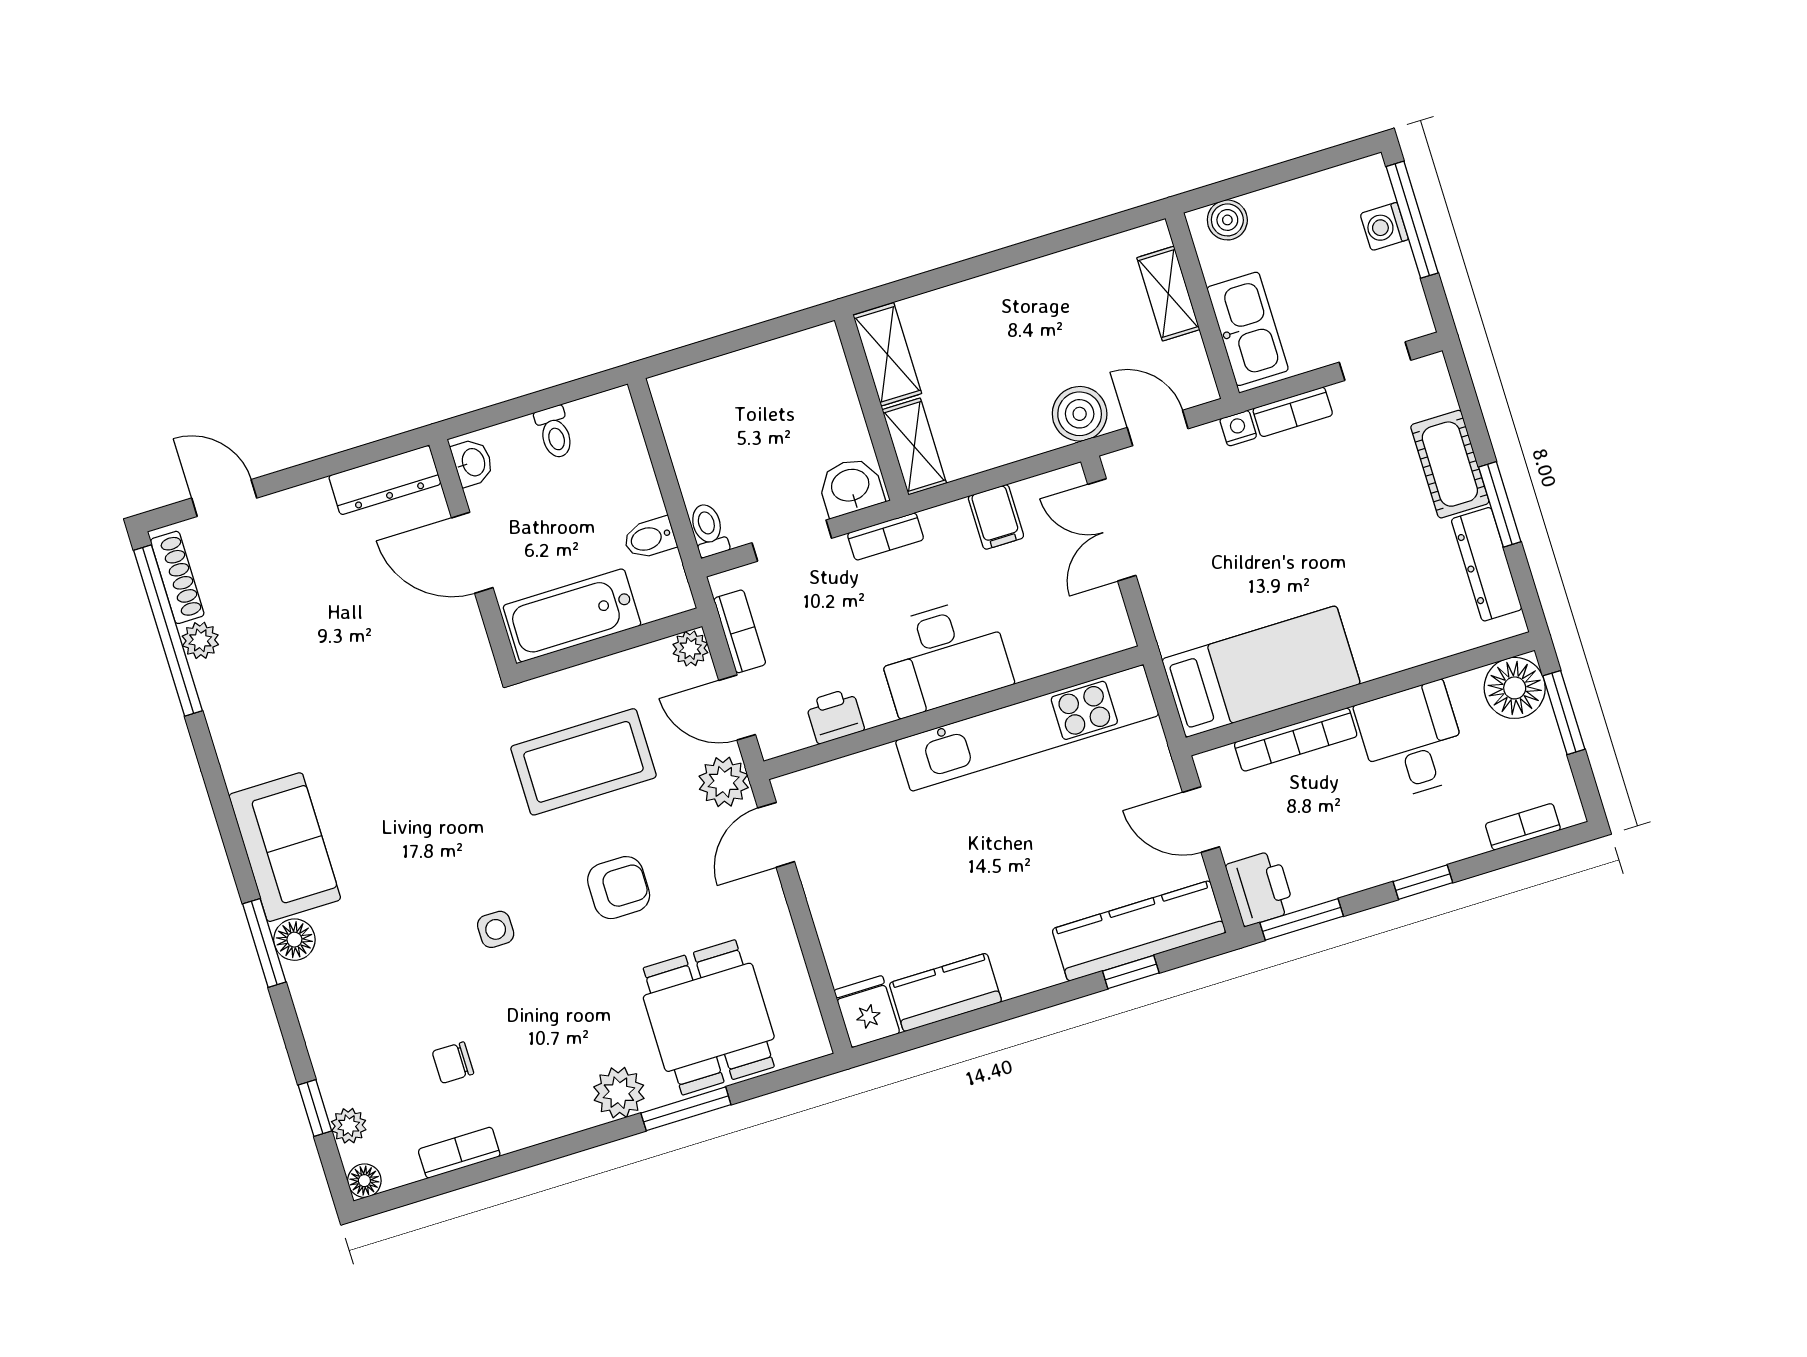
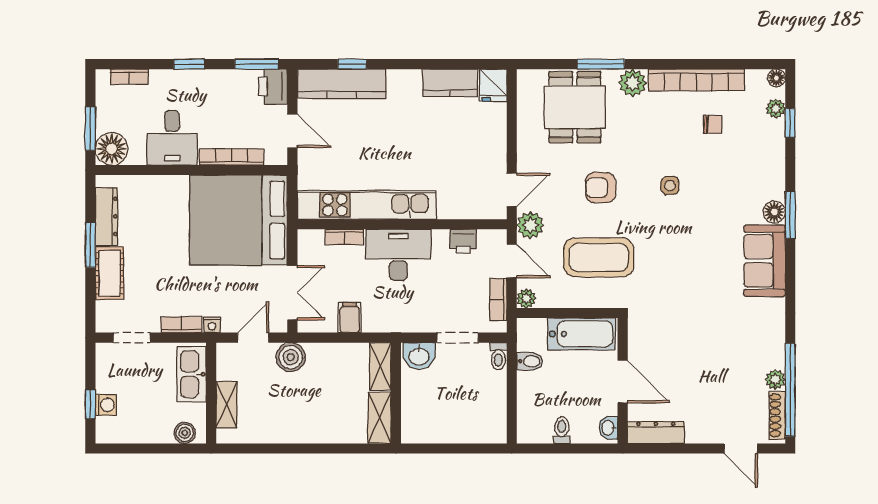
window: (1412, 220) -> (90, 404), width x0.46
door: (1158, 428) -> (253, 338), swing flipped
bookcase: (886, 536) -> (345, 237), moved, turned 180
bed: (1261, 672) -> (239, 220), width x2.04
bookcase: (459, 1153) -> (696, 80), width x2.31, depth x1.31

